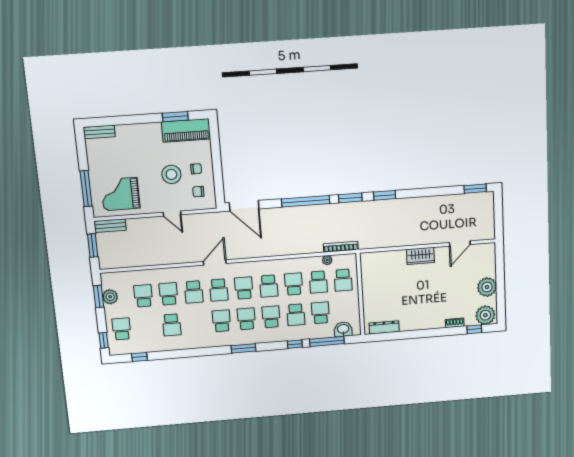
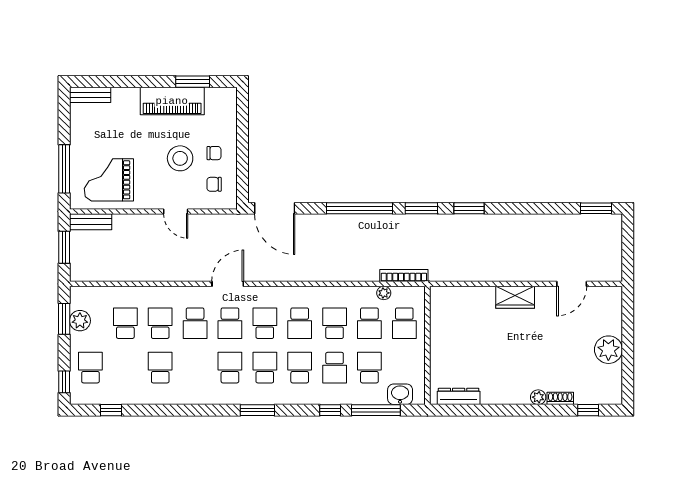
piano: (186, 130) -> (172, 101), moved
plant: (485, 315) -> (538, 397), moved, width x0.53, depth x0.53
school desk: (172, 325) -> (160, 368), turned 180

